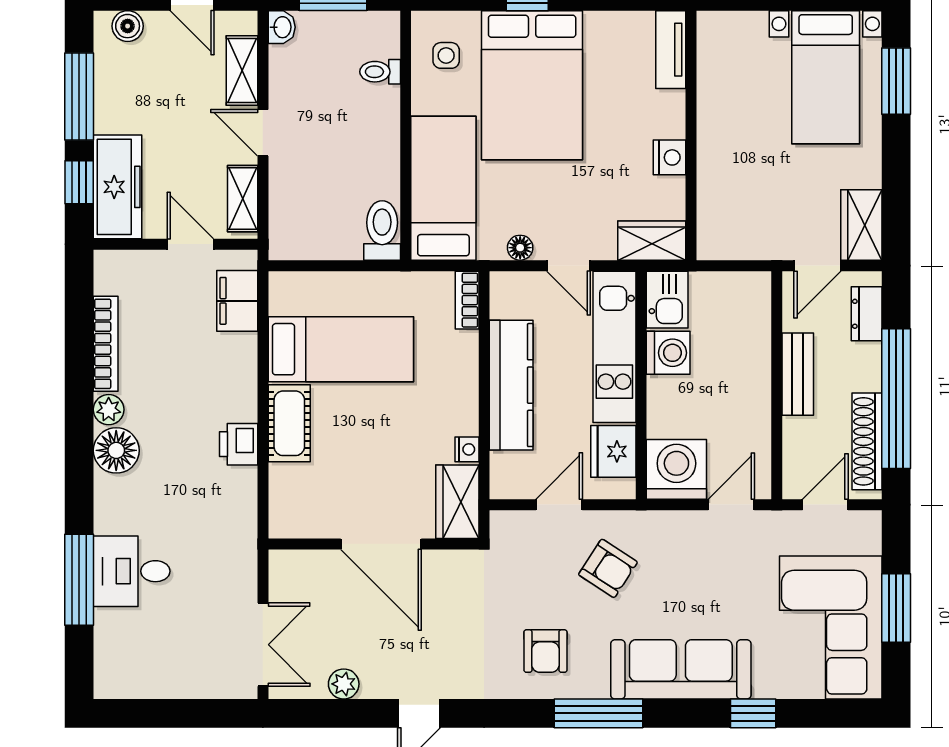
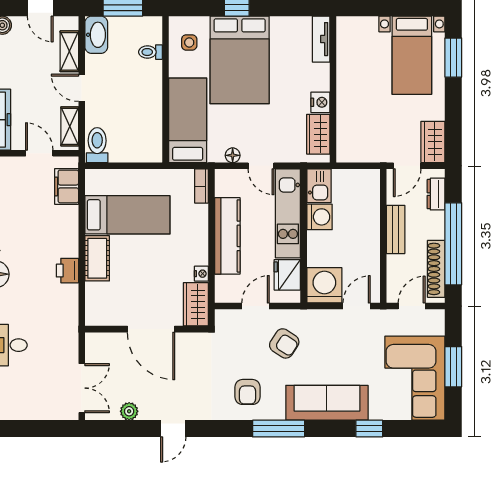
washbasin: (282, 27) -> (96, 35), width x1.91, depth x1.45
toilet: (382, 230) -> (97, 145), moved
wardrobe: (652, 241) -> (318, 134), moved, turned -90

